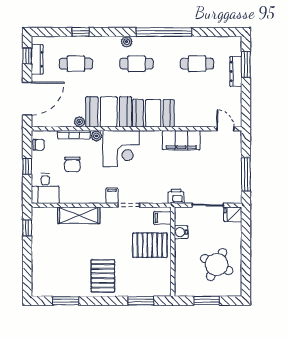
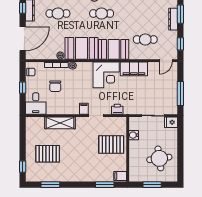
cafe table: (197, 64) -> (145, 39), moved
window: (246, 106) -> (180, 44), added
door: (225, 129) -> (166, 61), swing flipped
corner desk: (121, 149) -> (106, 75), moved
printer: (176, 196) -> (117, 109), moved
filing cabinet: (162, 218) -> (120, 176), moved
window: (27, 228) -> (23, 167), moved
round table: (217, 264) -> (159, 158), turned -35
pallet: (103, 276) -> (48, 154), moved, turned 90

